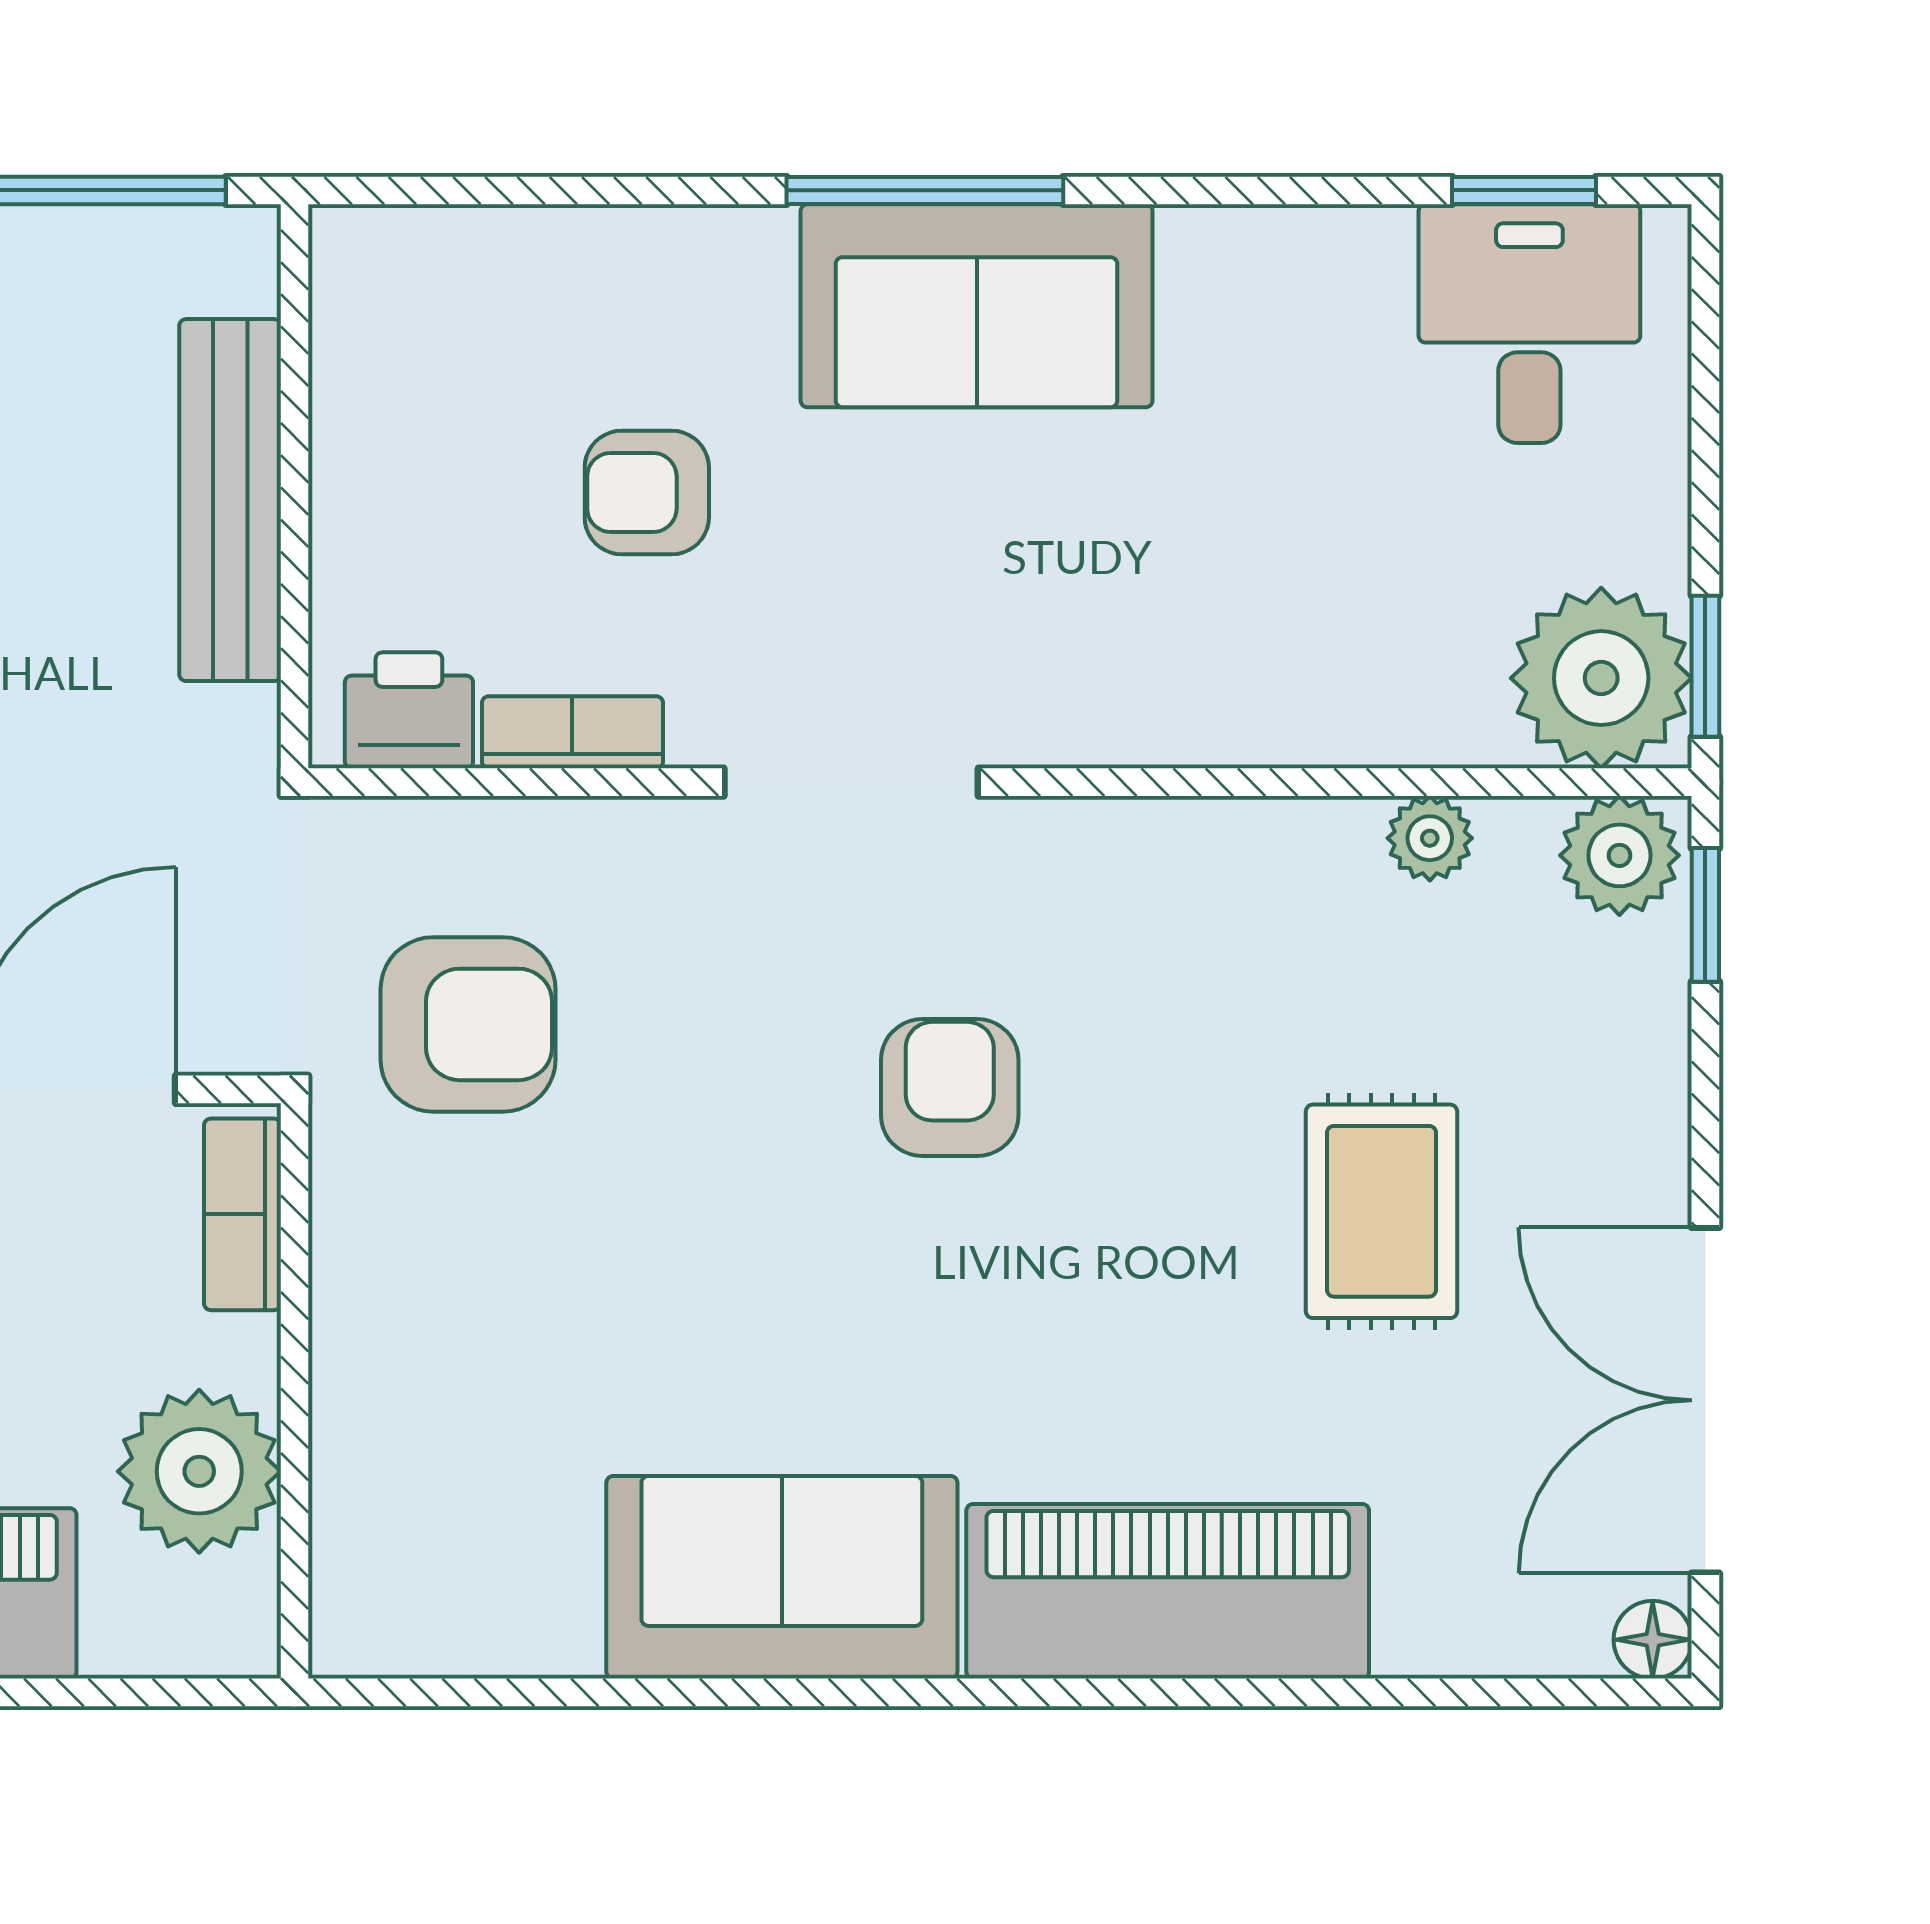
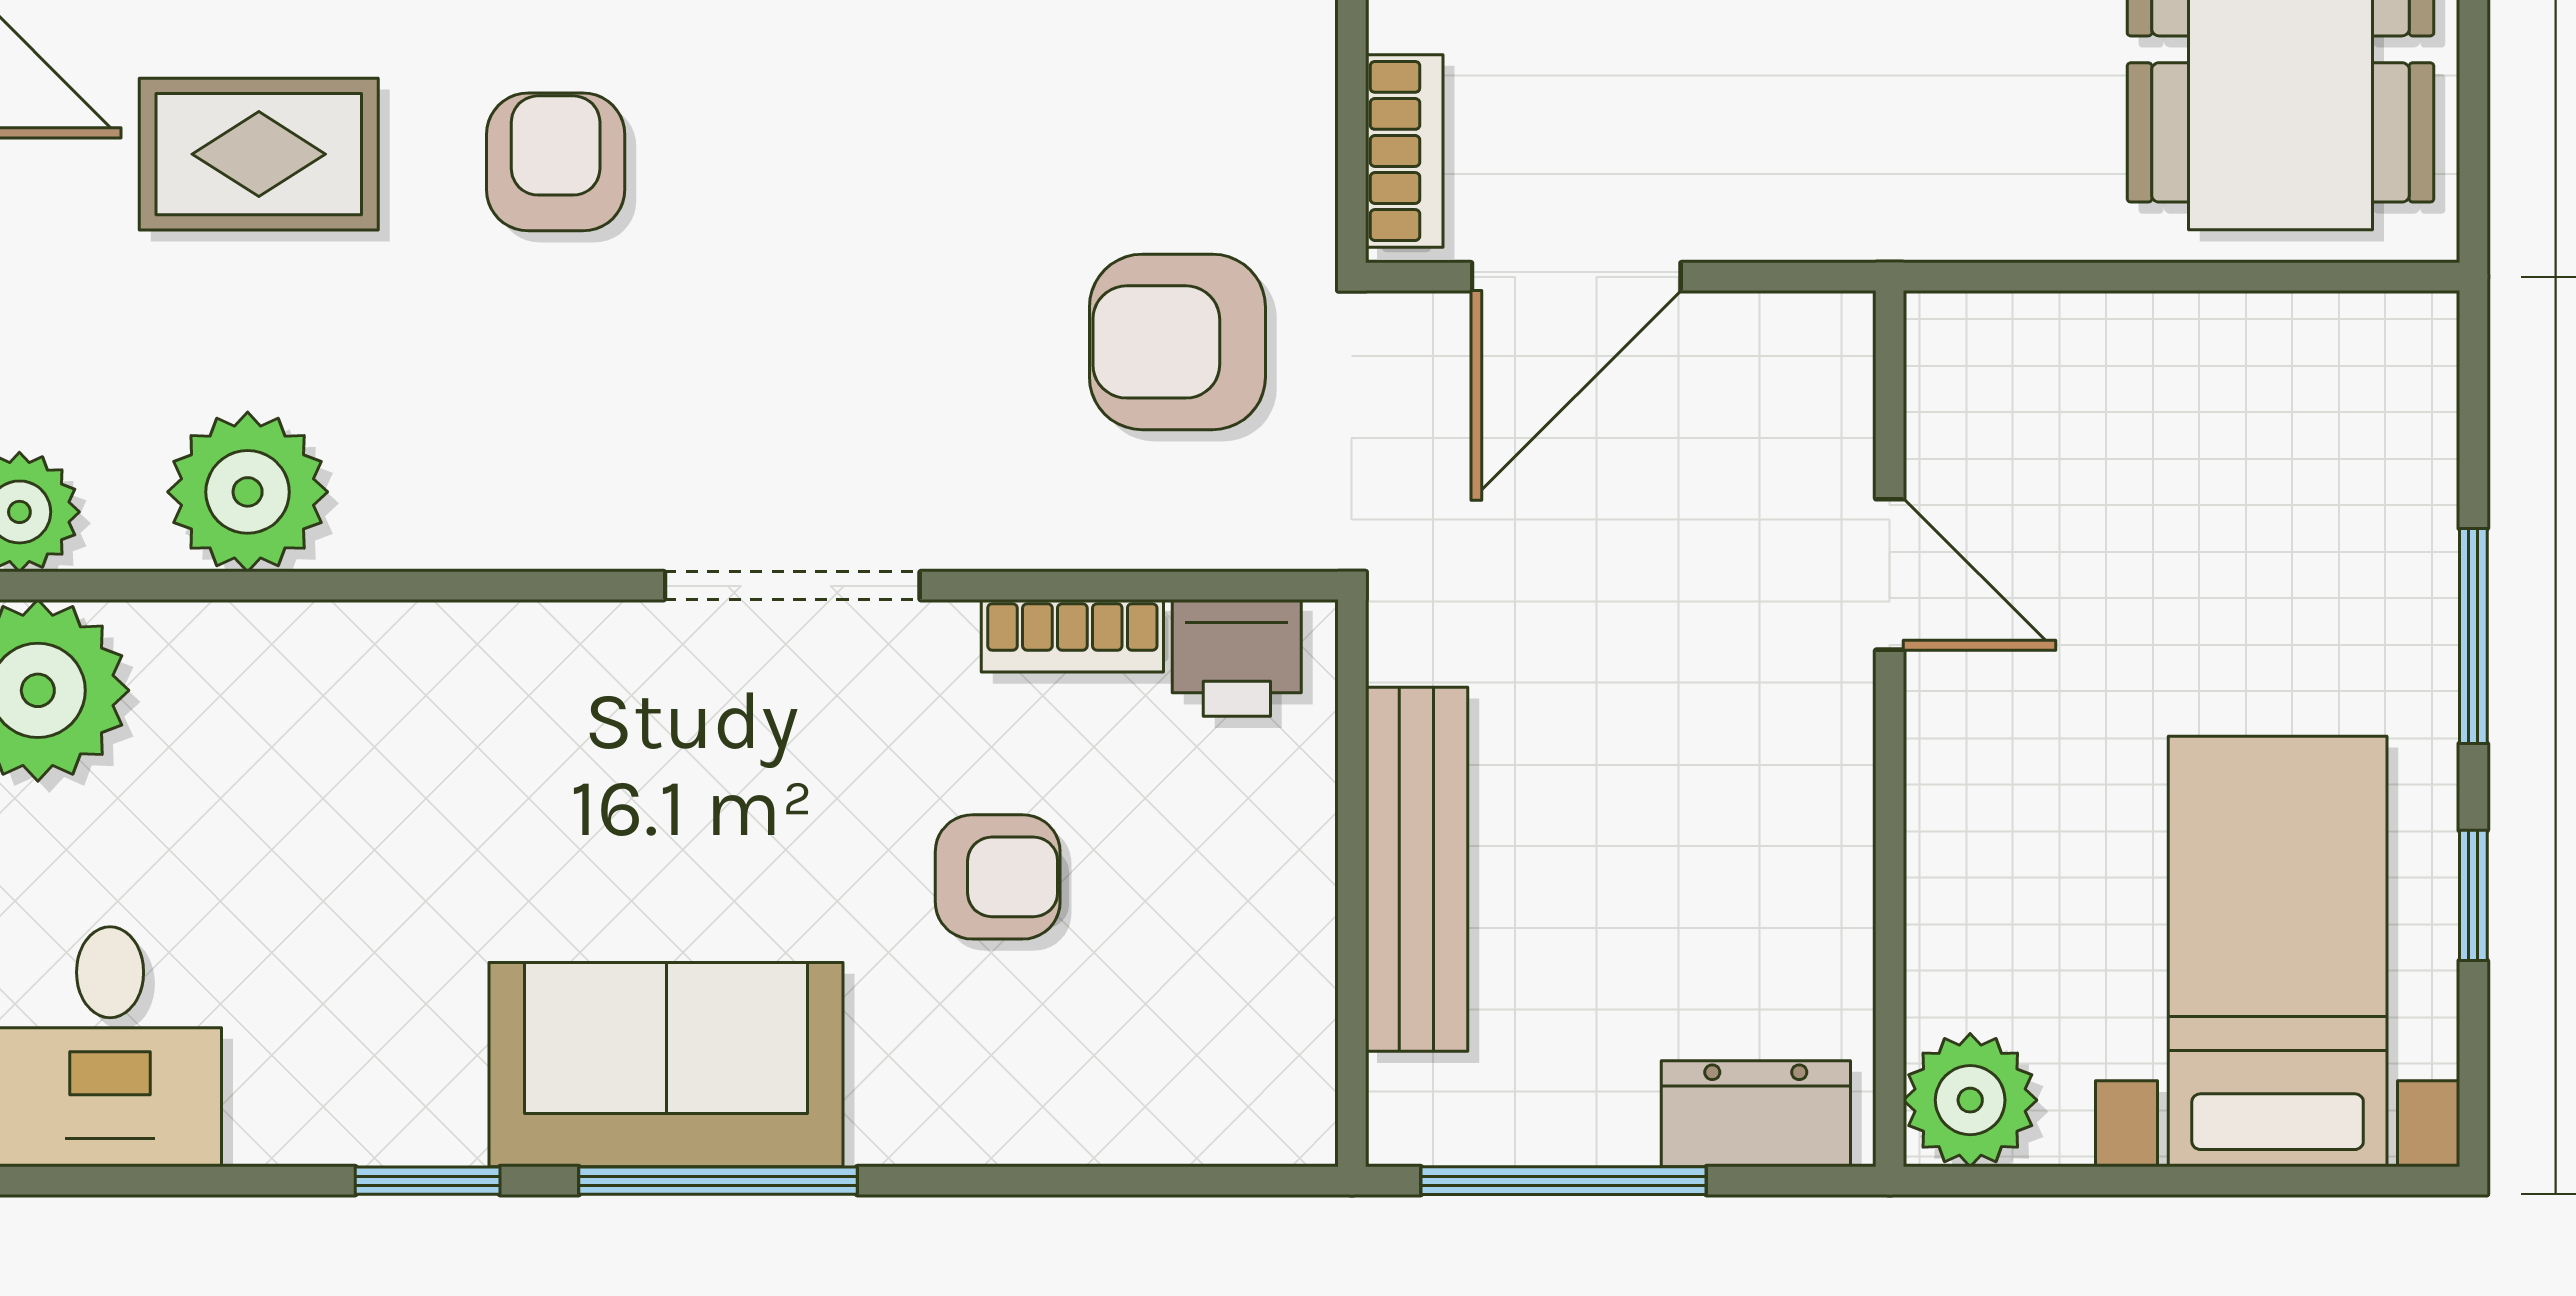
window: (1524, 190) -> (428, 1181), moved
plant: (1430, 838) -> (248, 492), width x1.87, depth x1.87
armchair: (950, 1088) -> (556, 162), moved, turned 180
rug: (1382, 1211) -> (259, 154), turned 90

